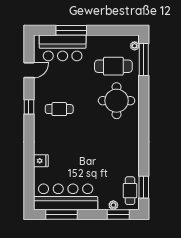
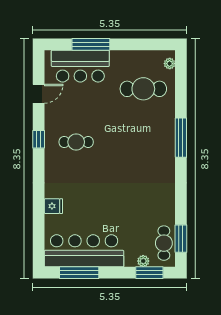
window: (144, 59) -> (181, 138), moved
round table: (117, 101) -> (147, 132), removed

